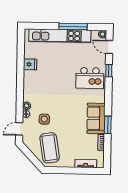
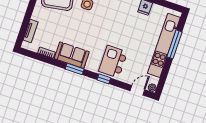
window: (73, 26) -> (174, 44), moved
window: (109, 71) -> (104, 79), moved
window: (108, 125) -> (75, 69), moved

